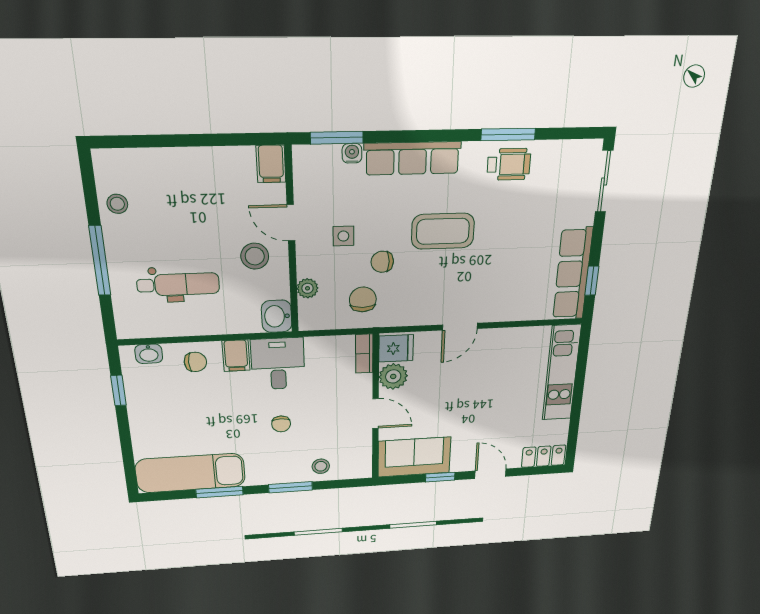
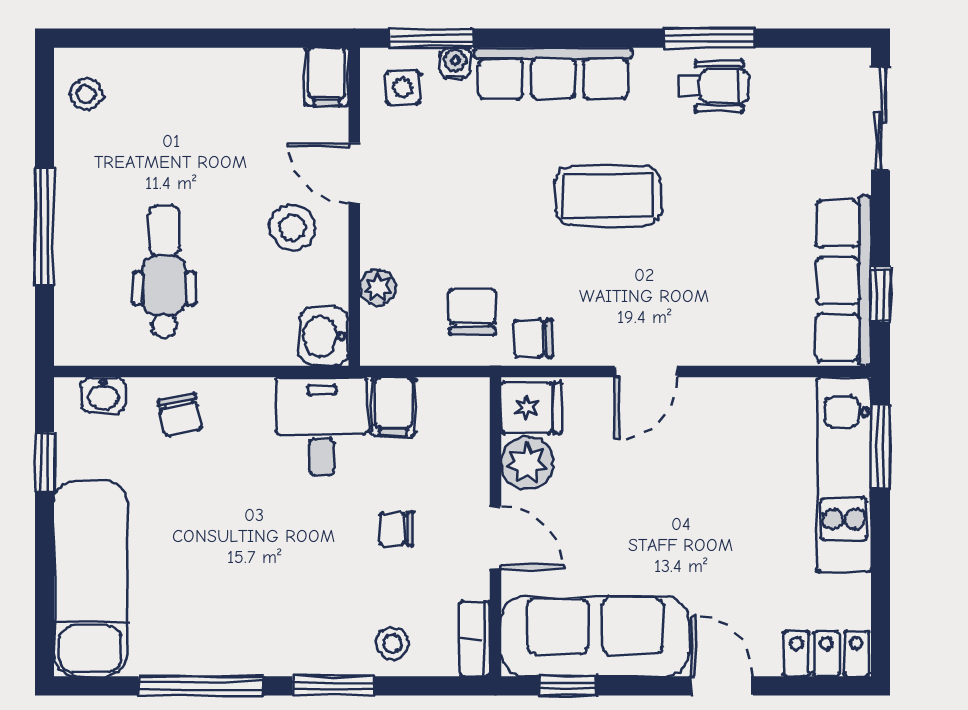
stool: (117, 204) -> (86, 94), moved
side table: (343, 236) -> (403, 88), moved
chair: (382, 262) -> (533, 338), moved
dental chair: (178, 284) -> (164, 272), turned -90
bookcase: (364, 354) -> (475, 639), moved
filing cabinet: (236, 356) -> (393, 407), moved
window: (582, 358) -> (880, 447), added
chair: (195, 362) -> (180, 415), turned 79
chair: (281, 424) -> (396, 529), moved, turned 90
sofa: (414, 457) -> (595, 637), width x1.36
exam couch: (191, 473) -> (91, 579), moved, turned 90
window: (440, 477) -> (567, 686), moved
window: (220, 492) -> (201, 686), width x1.44

